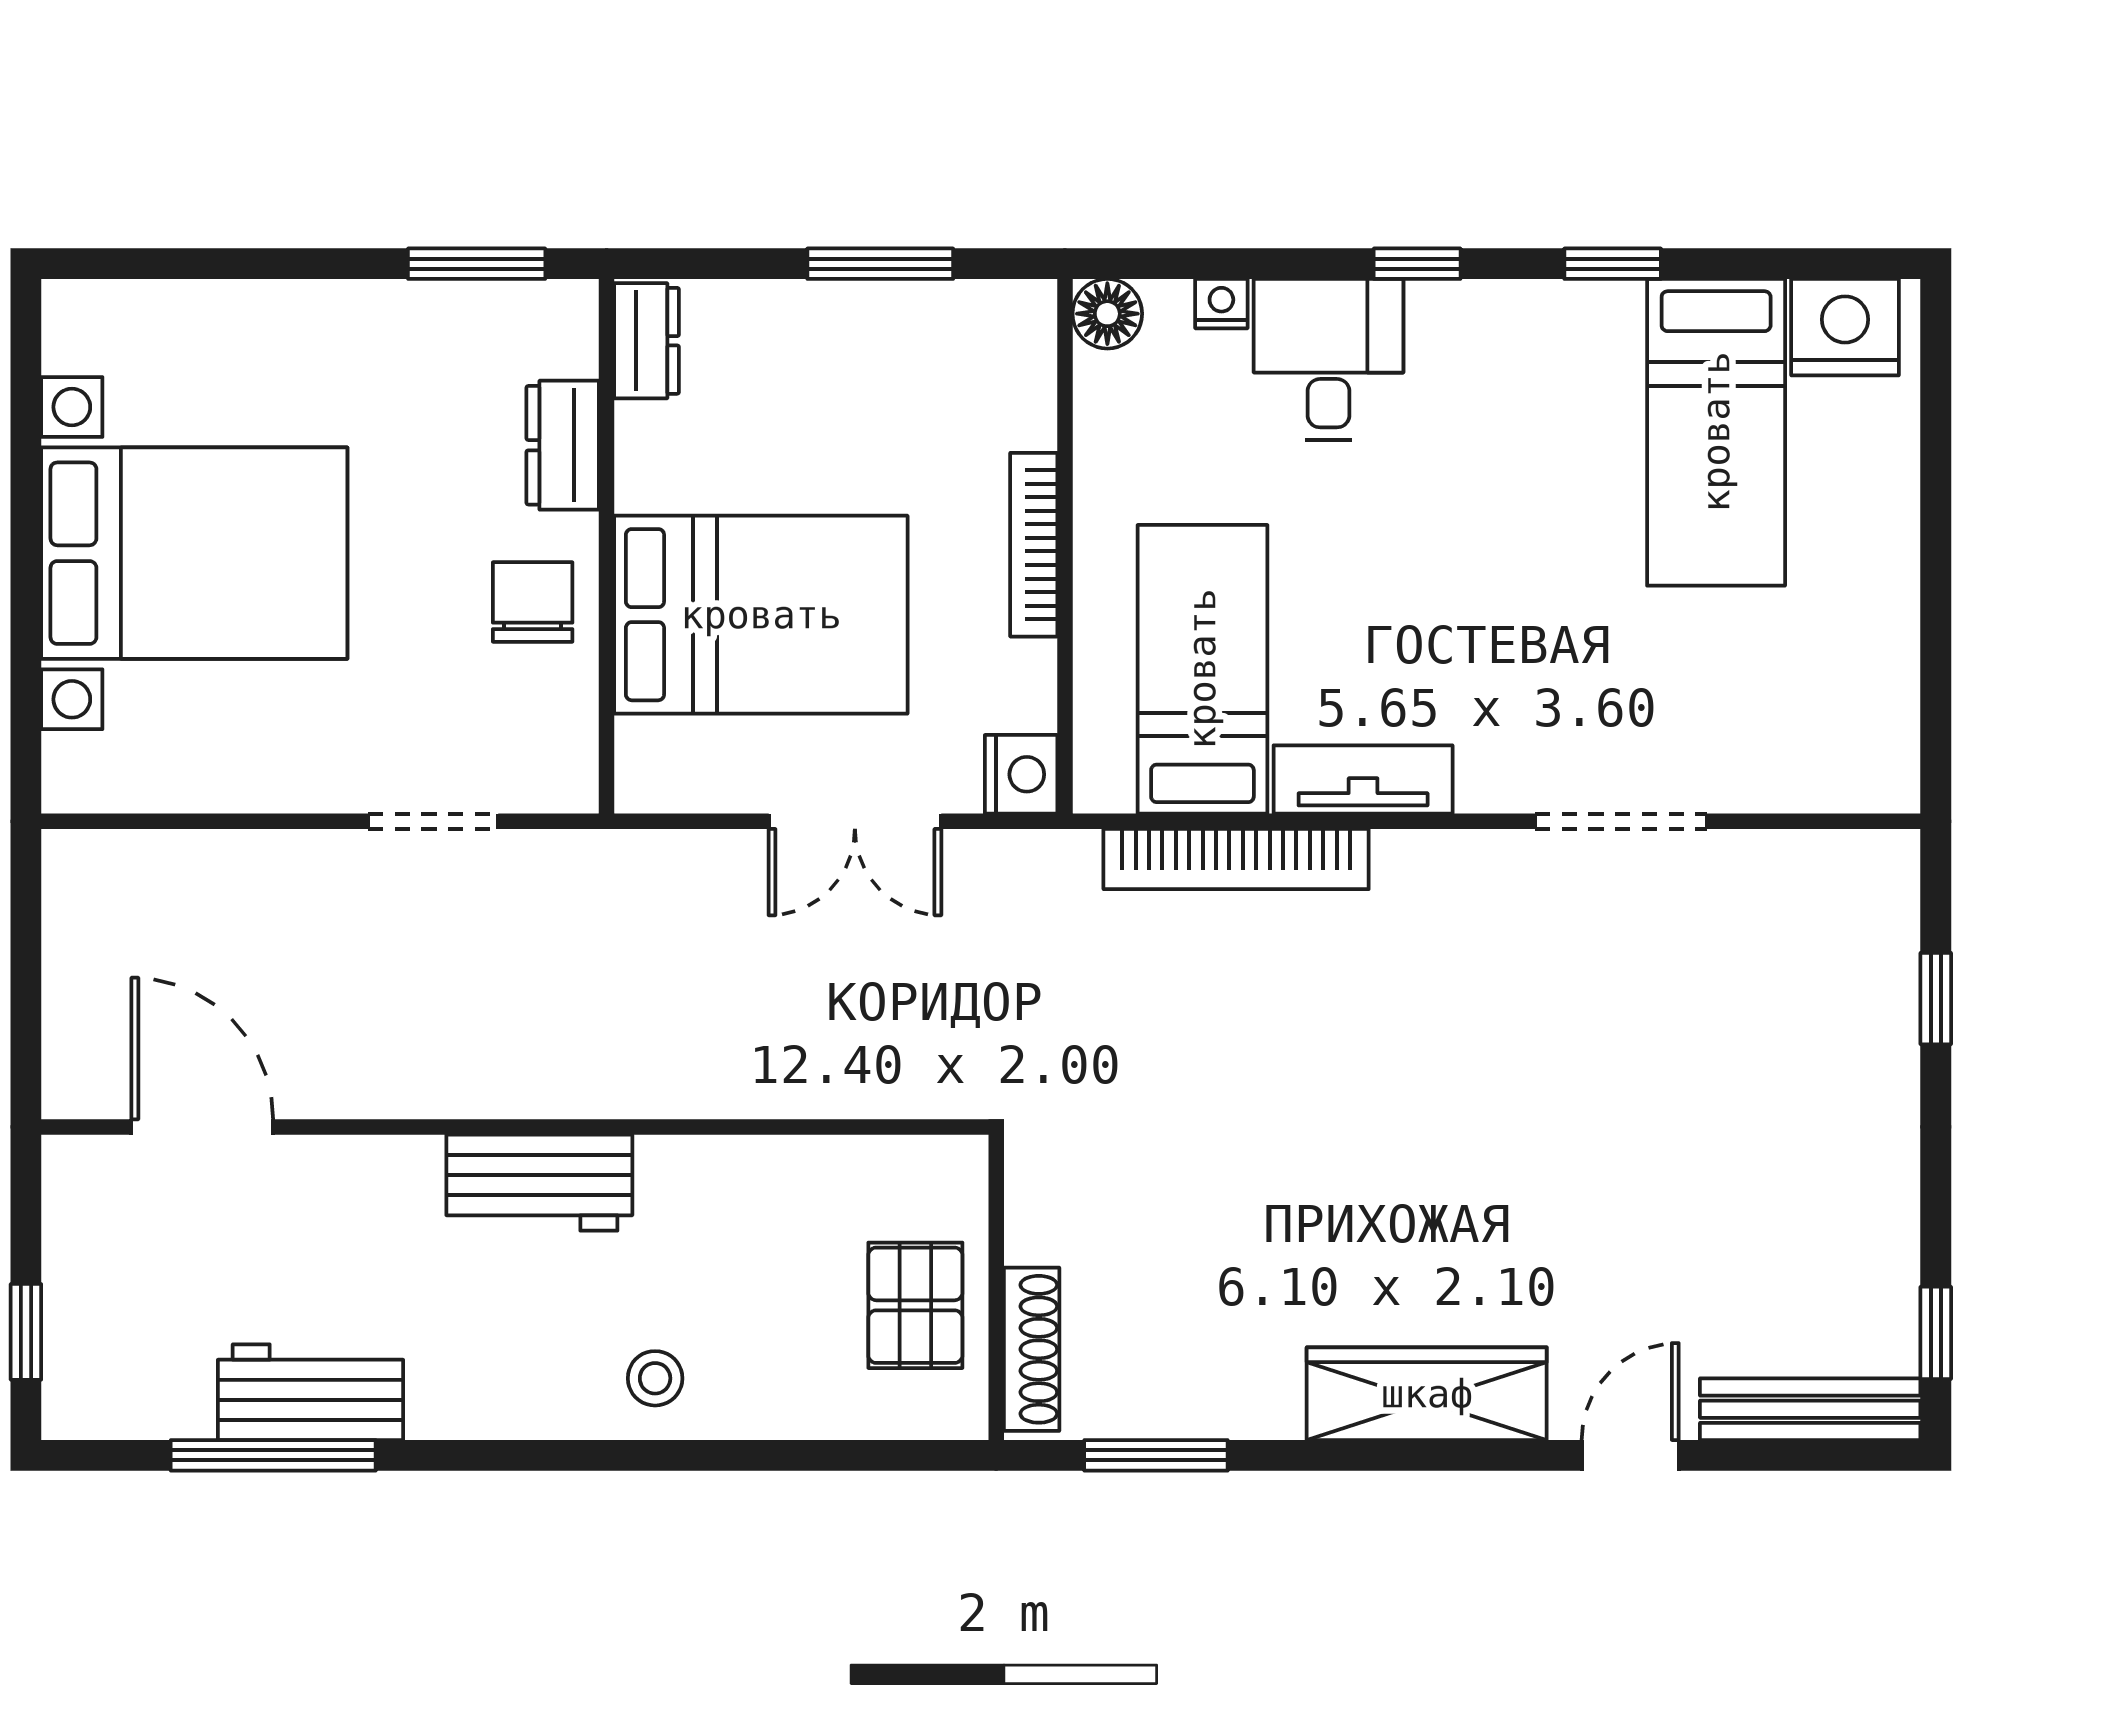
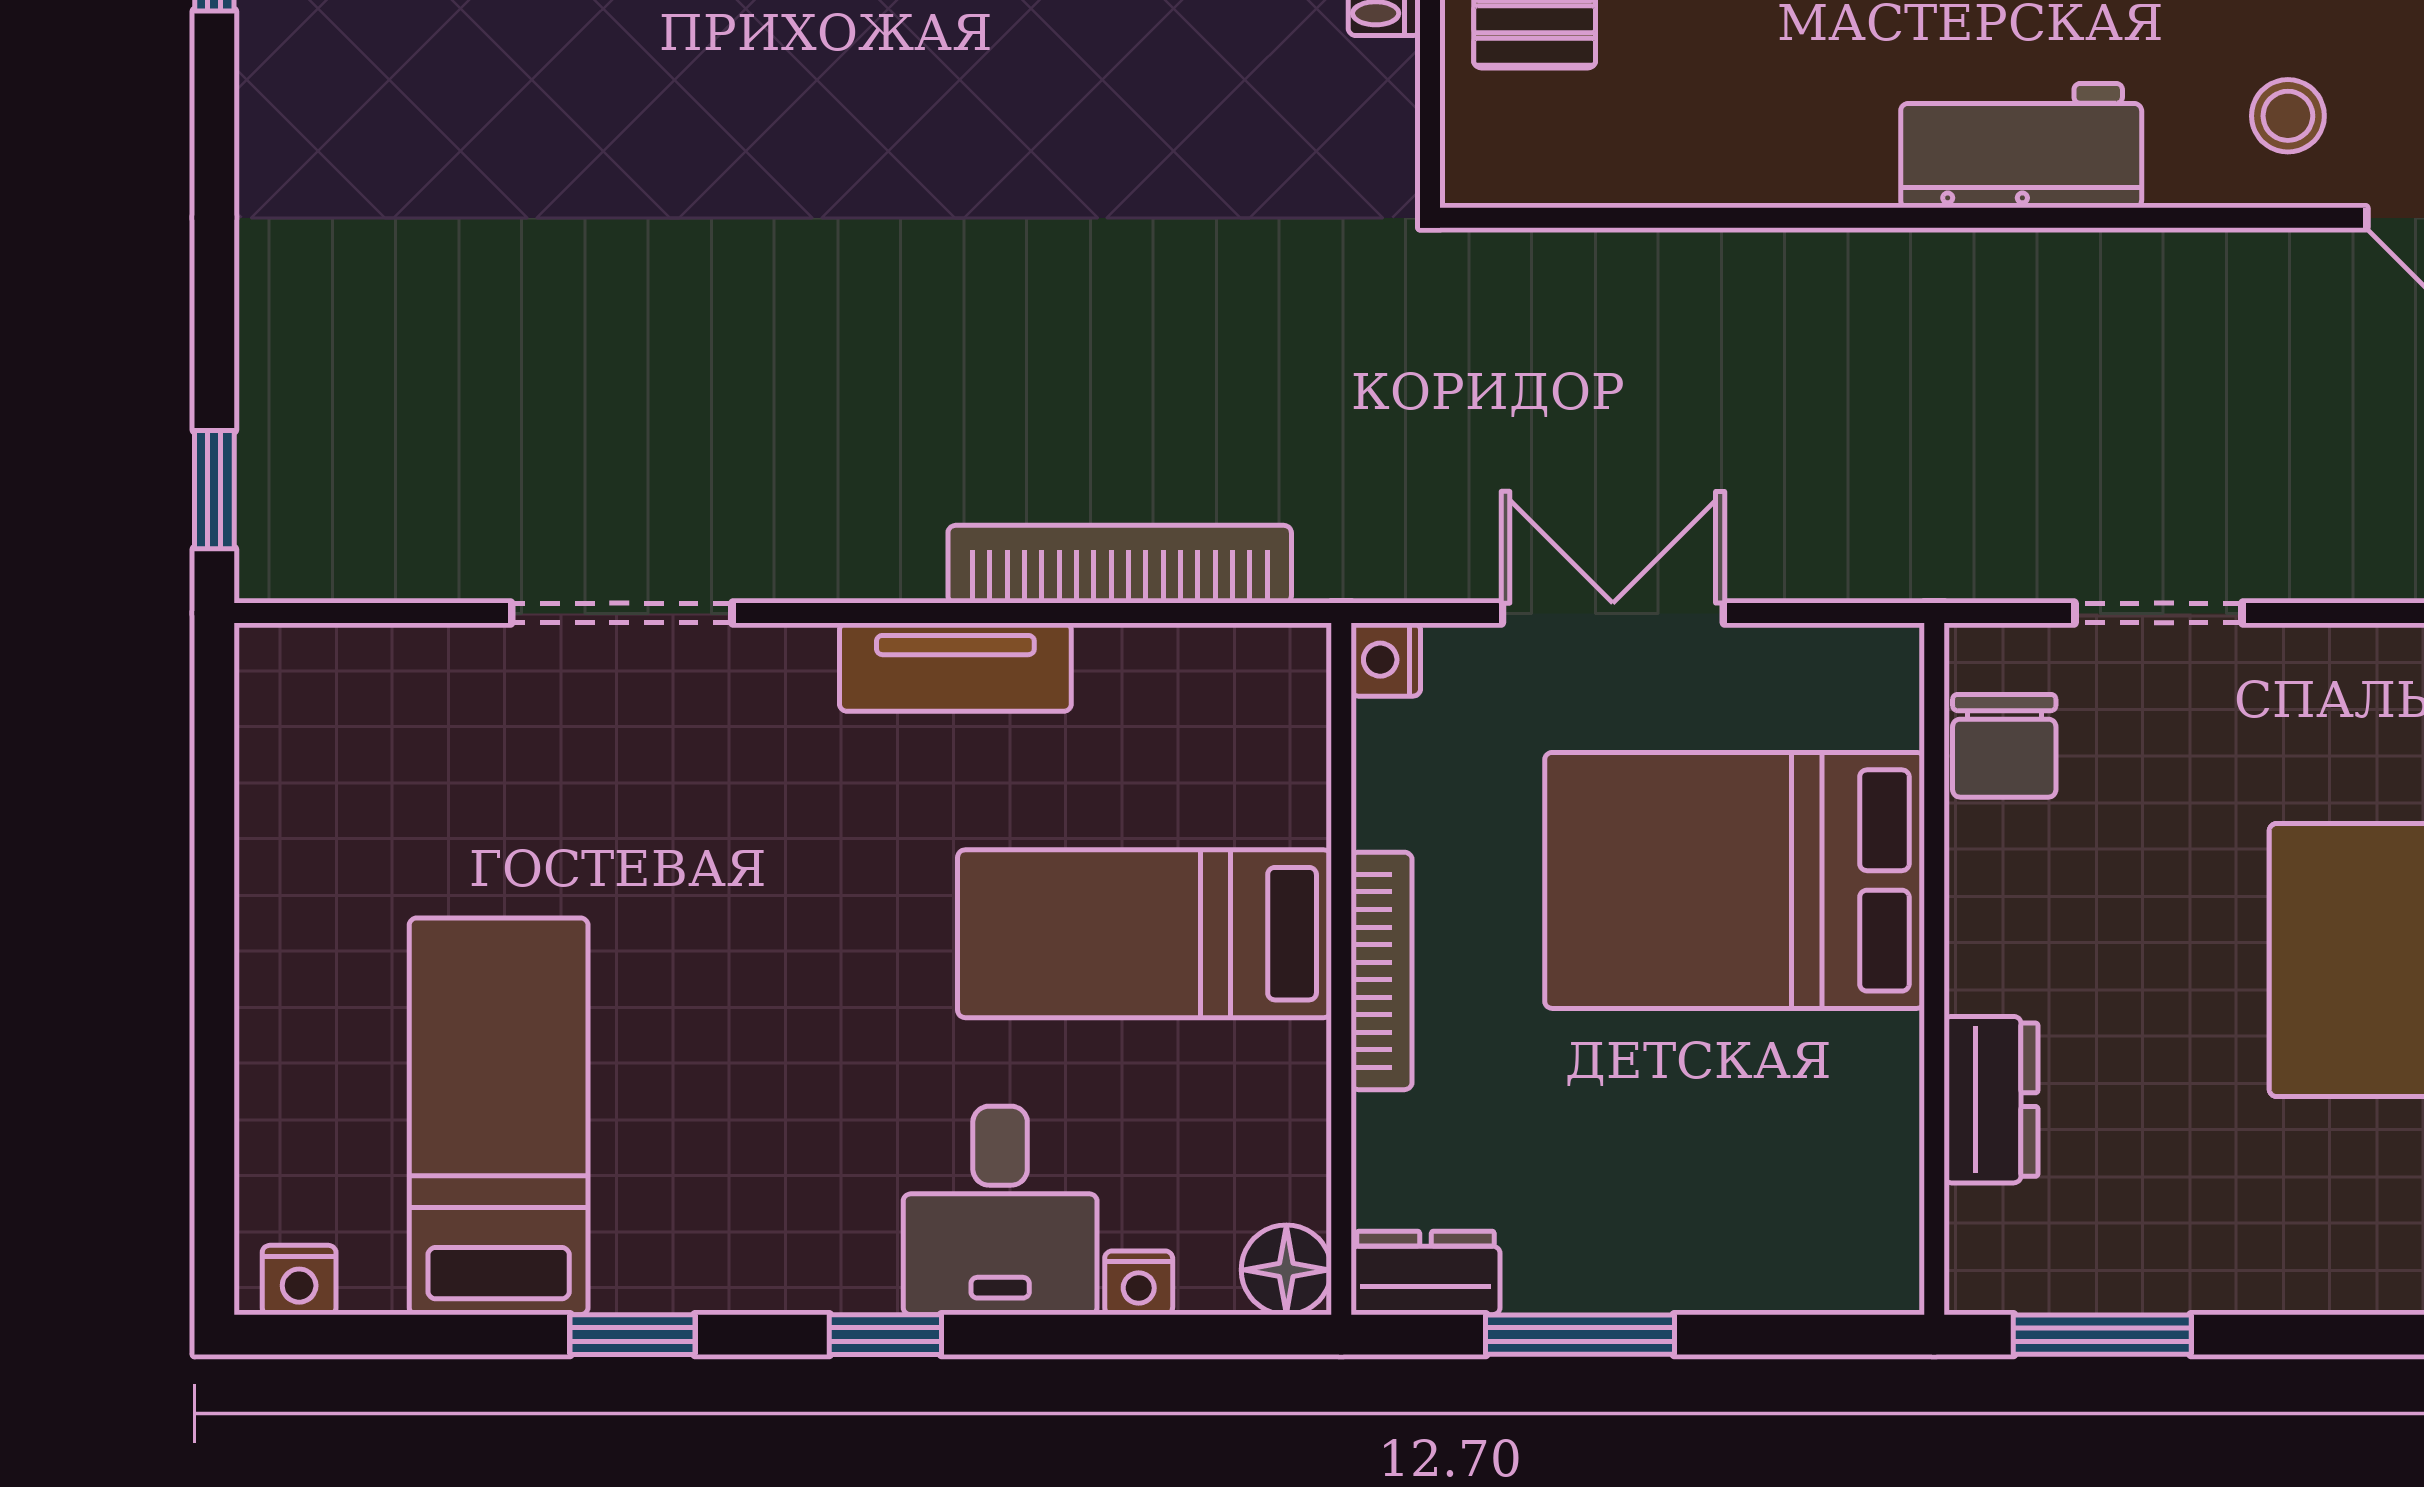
nightstand: (1845, 327) -> (299, 1280), width x0.53, depth x0.56
dresser: (647, 341) -> (1426, 1273), moved, turned 90
chair: (533, 602) -> (2004, 746), moved
bed: (1202, 669) -> (1144, 934), moved, turned 90
nightstand: (1021, 774) -> (1386, 660), width x0.72, depth x0.74
window: (1936, 999) -> (214, 490), moved
stool: (333, 1206) -> (2288, 116), added

